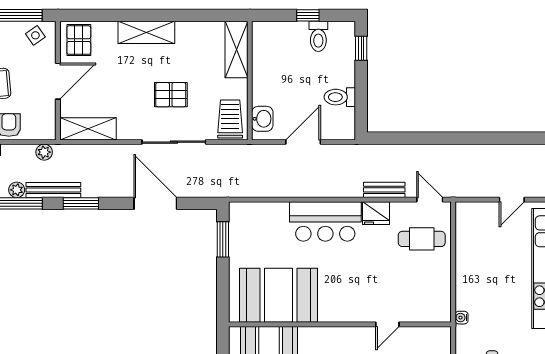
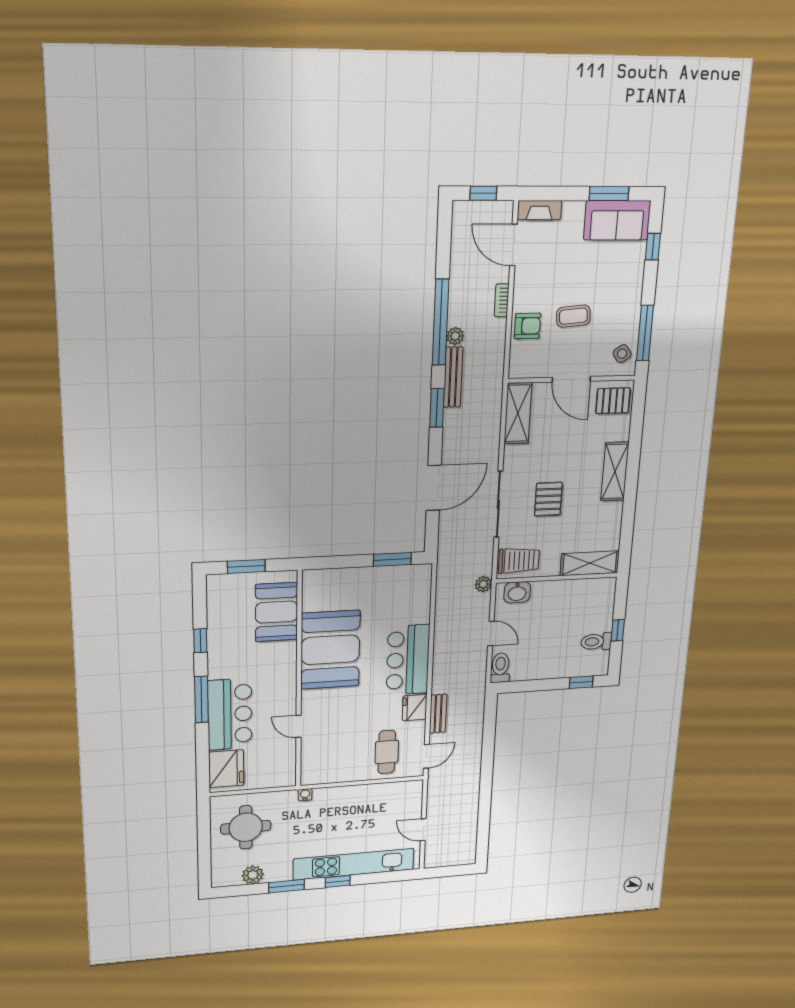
toilet: (340, 97) -> (500, 668), moved
door: (303, 142) -> (491, 633), width x0.73
plant: (44, 152) -> (483, 584), moved
booth: (278, 295) -> (330, 650), moved

